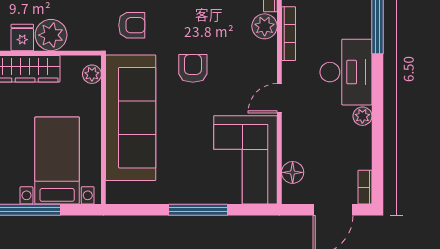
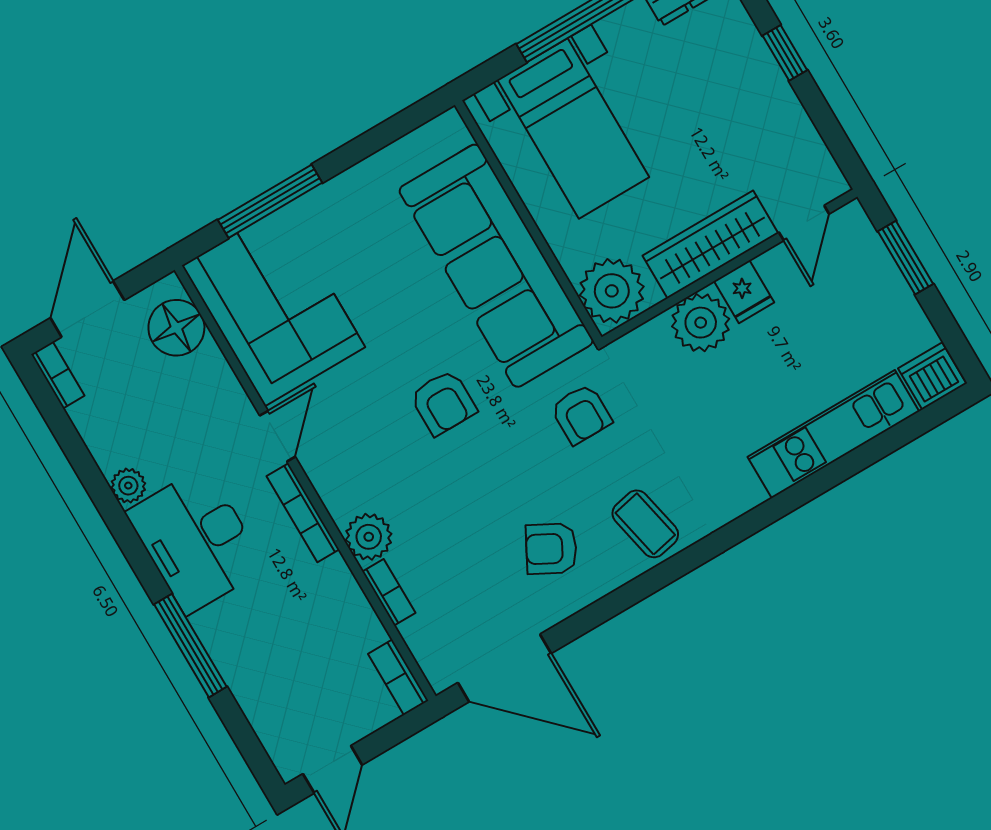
armchair: (132, 25) -> (581, 414), turned -90
bookcase: (289, 34) -> (303, 513), moved
plant: (92, 74) -> (612, 291), width x1.88, depth x1.88
floor lamp: (293, 172) -> (176, 328), width x1.38, depth x1.38
window: (198, 210) -> (270, 201), moved

